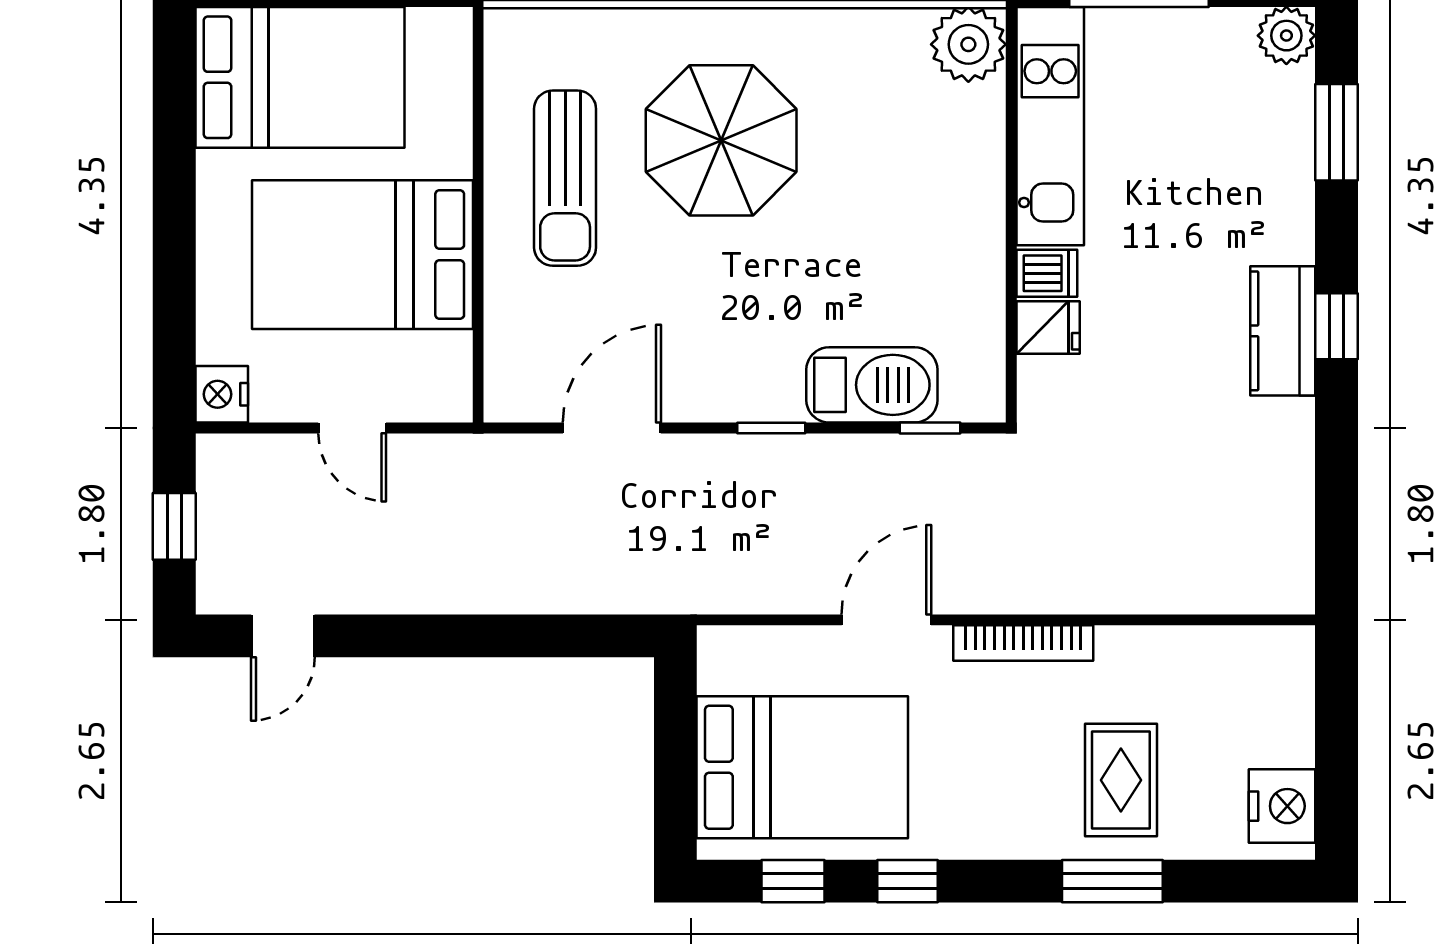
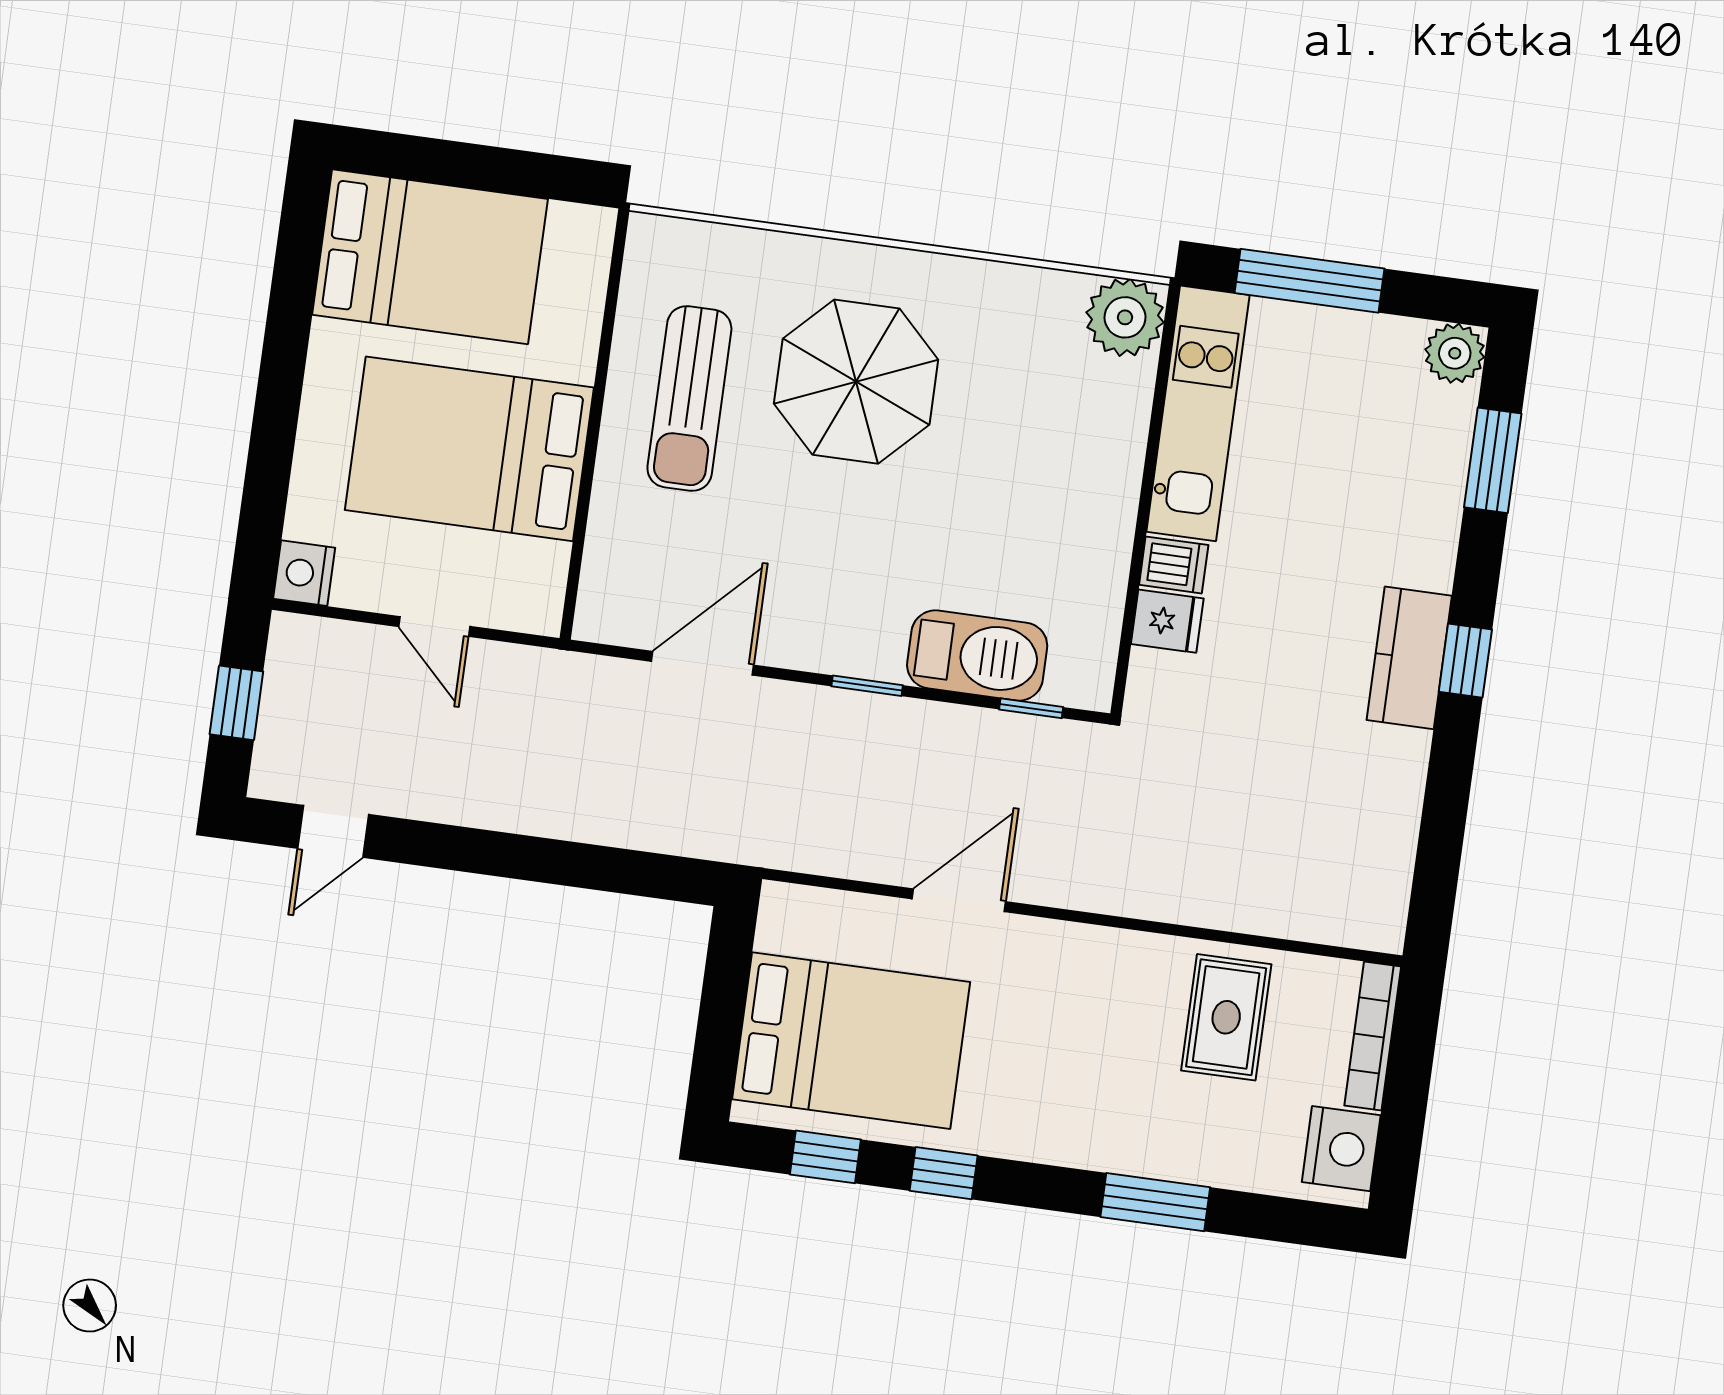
bookcase: (1023, 643) -> (1373, 1036), moved, turned 90
rug: (1121, 780) -> (1226, 1017), moved

